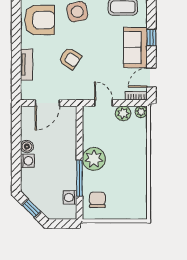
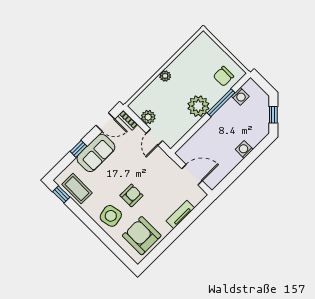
armchair: (70, 58) -> (131, 195), moved, turned 56
plant: (141, 112) -> (165, 76), moved
boiler: (27, 147) -> (235, 159), removed

